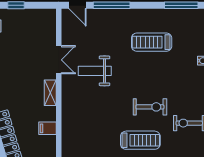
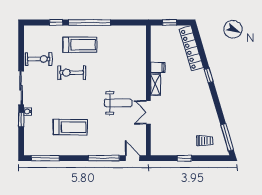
filing cabinet: (48, 128) -> (158, 67), moved
treadmill: (140, 140) -> (80, 45), turned 180

